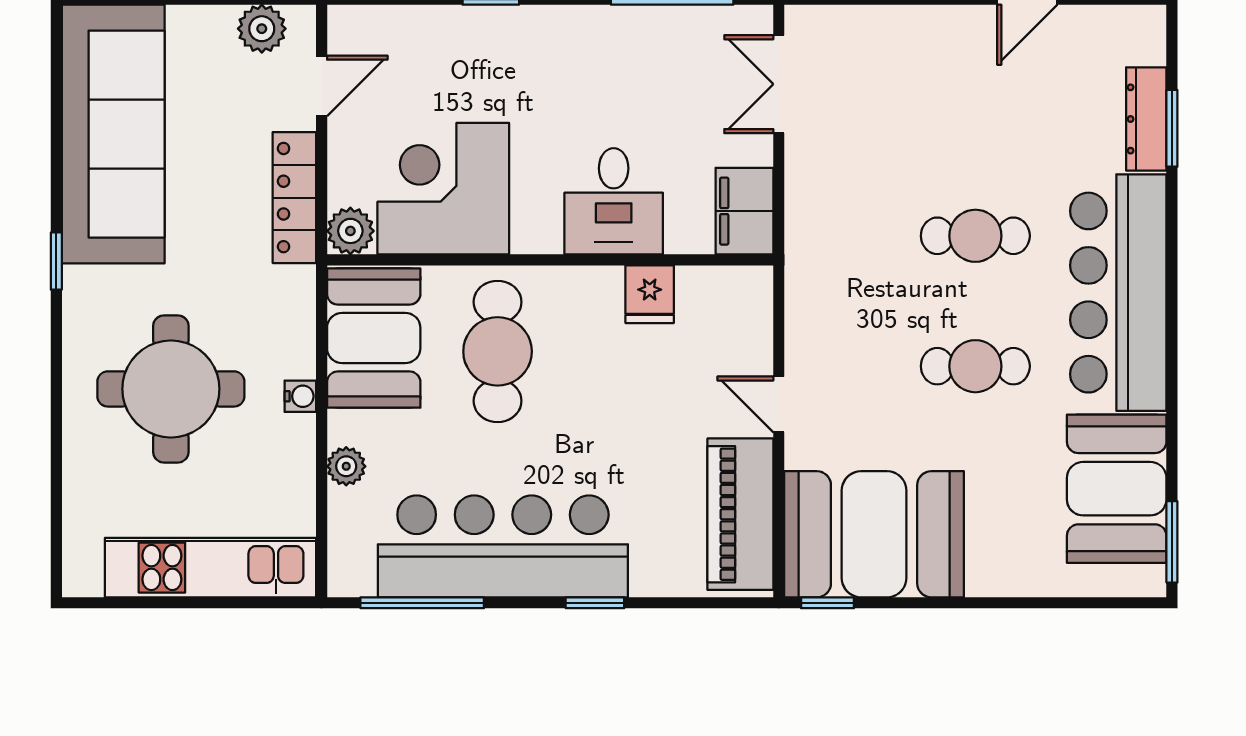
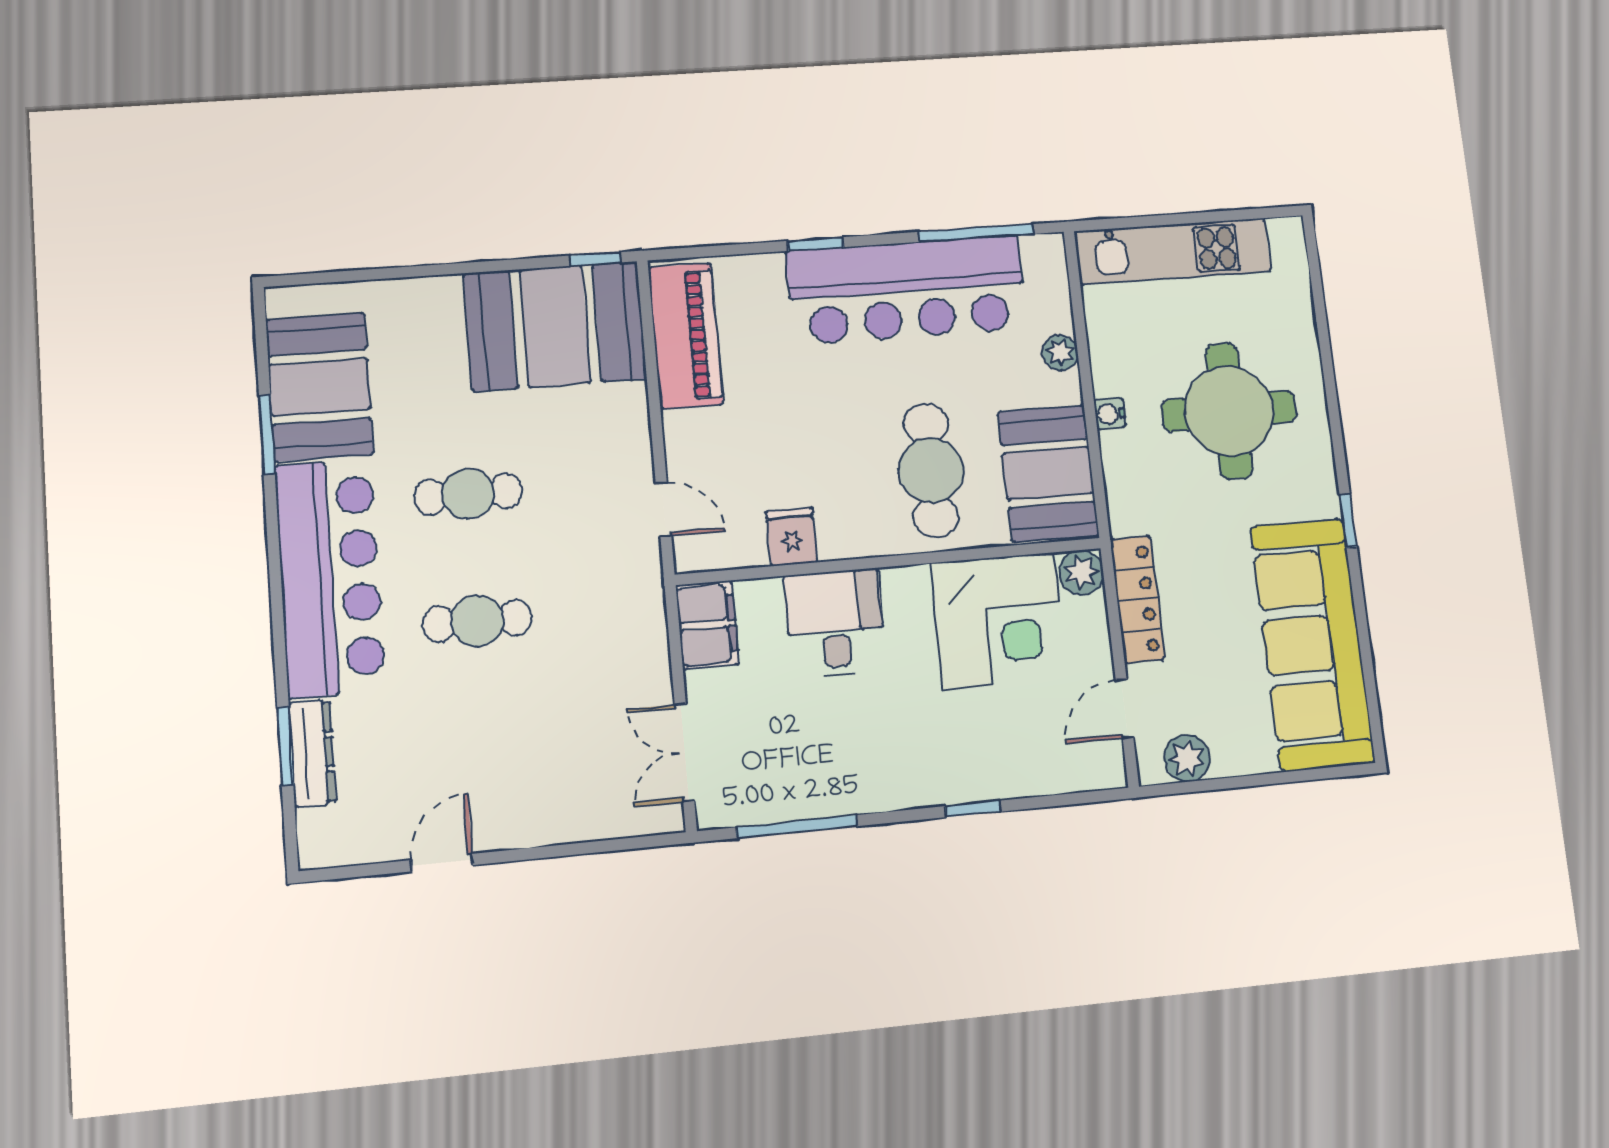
double door: (779, 84) -> (684, 753), swing flipped
door: (779, 404) -> (664, 510), moved
window: (1172, 542) -> (267, 434), moved

